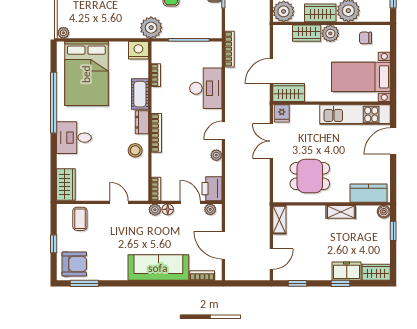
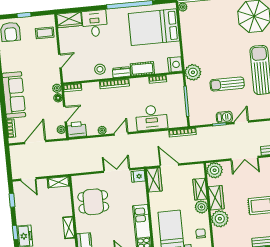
door: (223, 130) -> (121, 134), hinge flipped
desk: (74, 138) -> (95, 23), moved
dining table: (310, 176) -> (93, 202), turned 90

